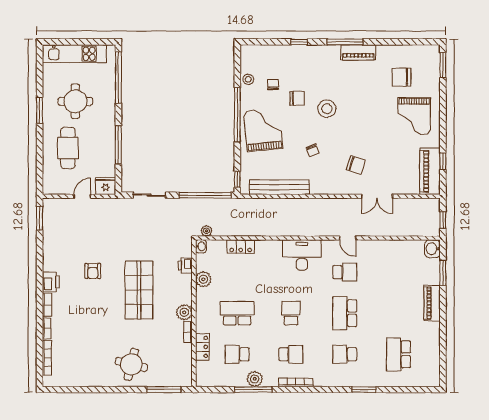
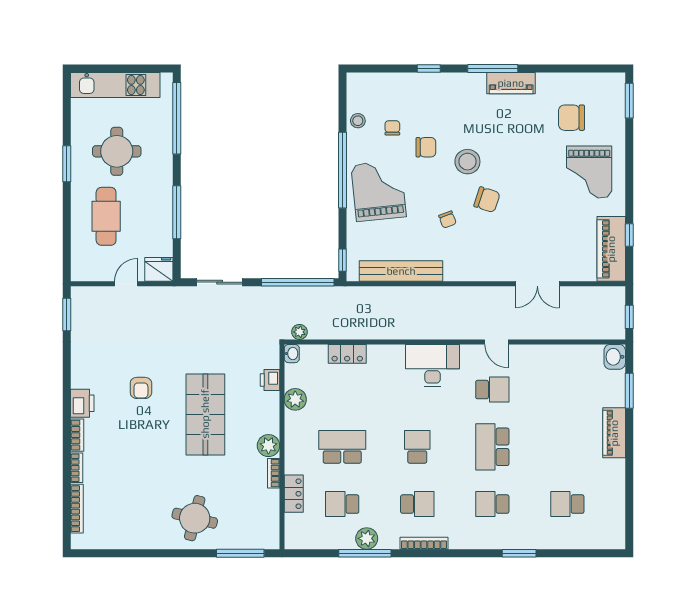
chair: (356, 165) -> (487, 200), moved
school desk: (399, 354) -> (567, 504), width x0.54

